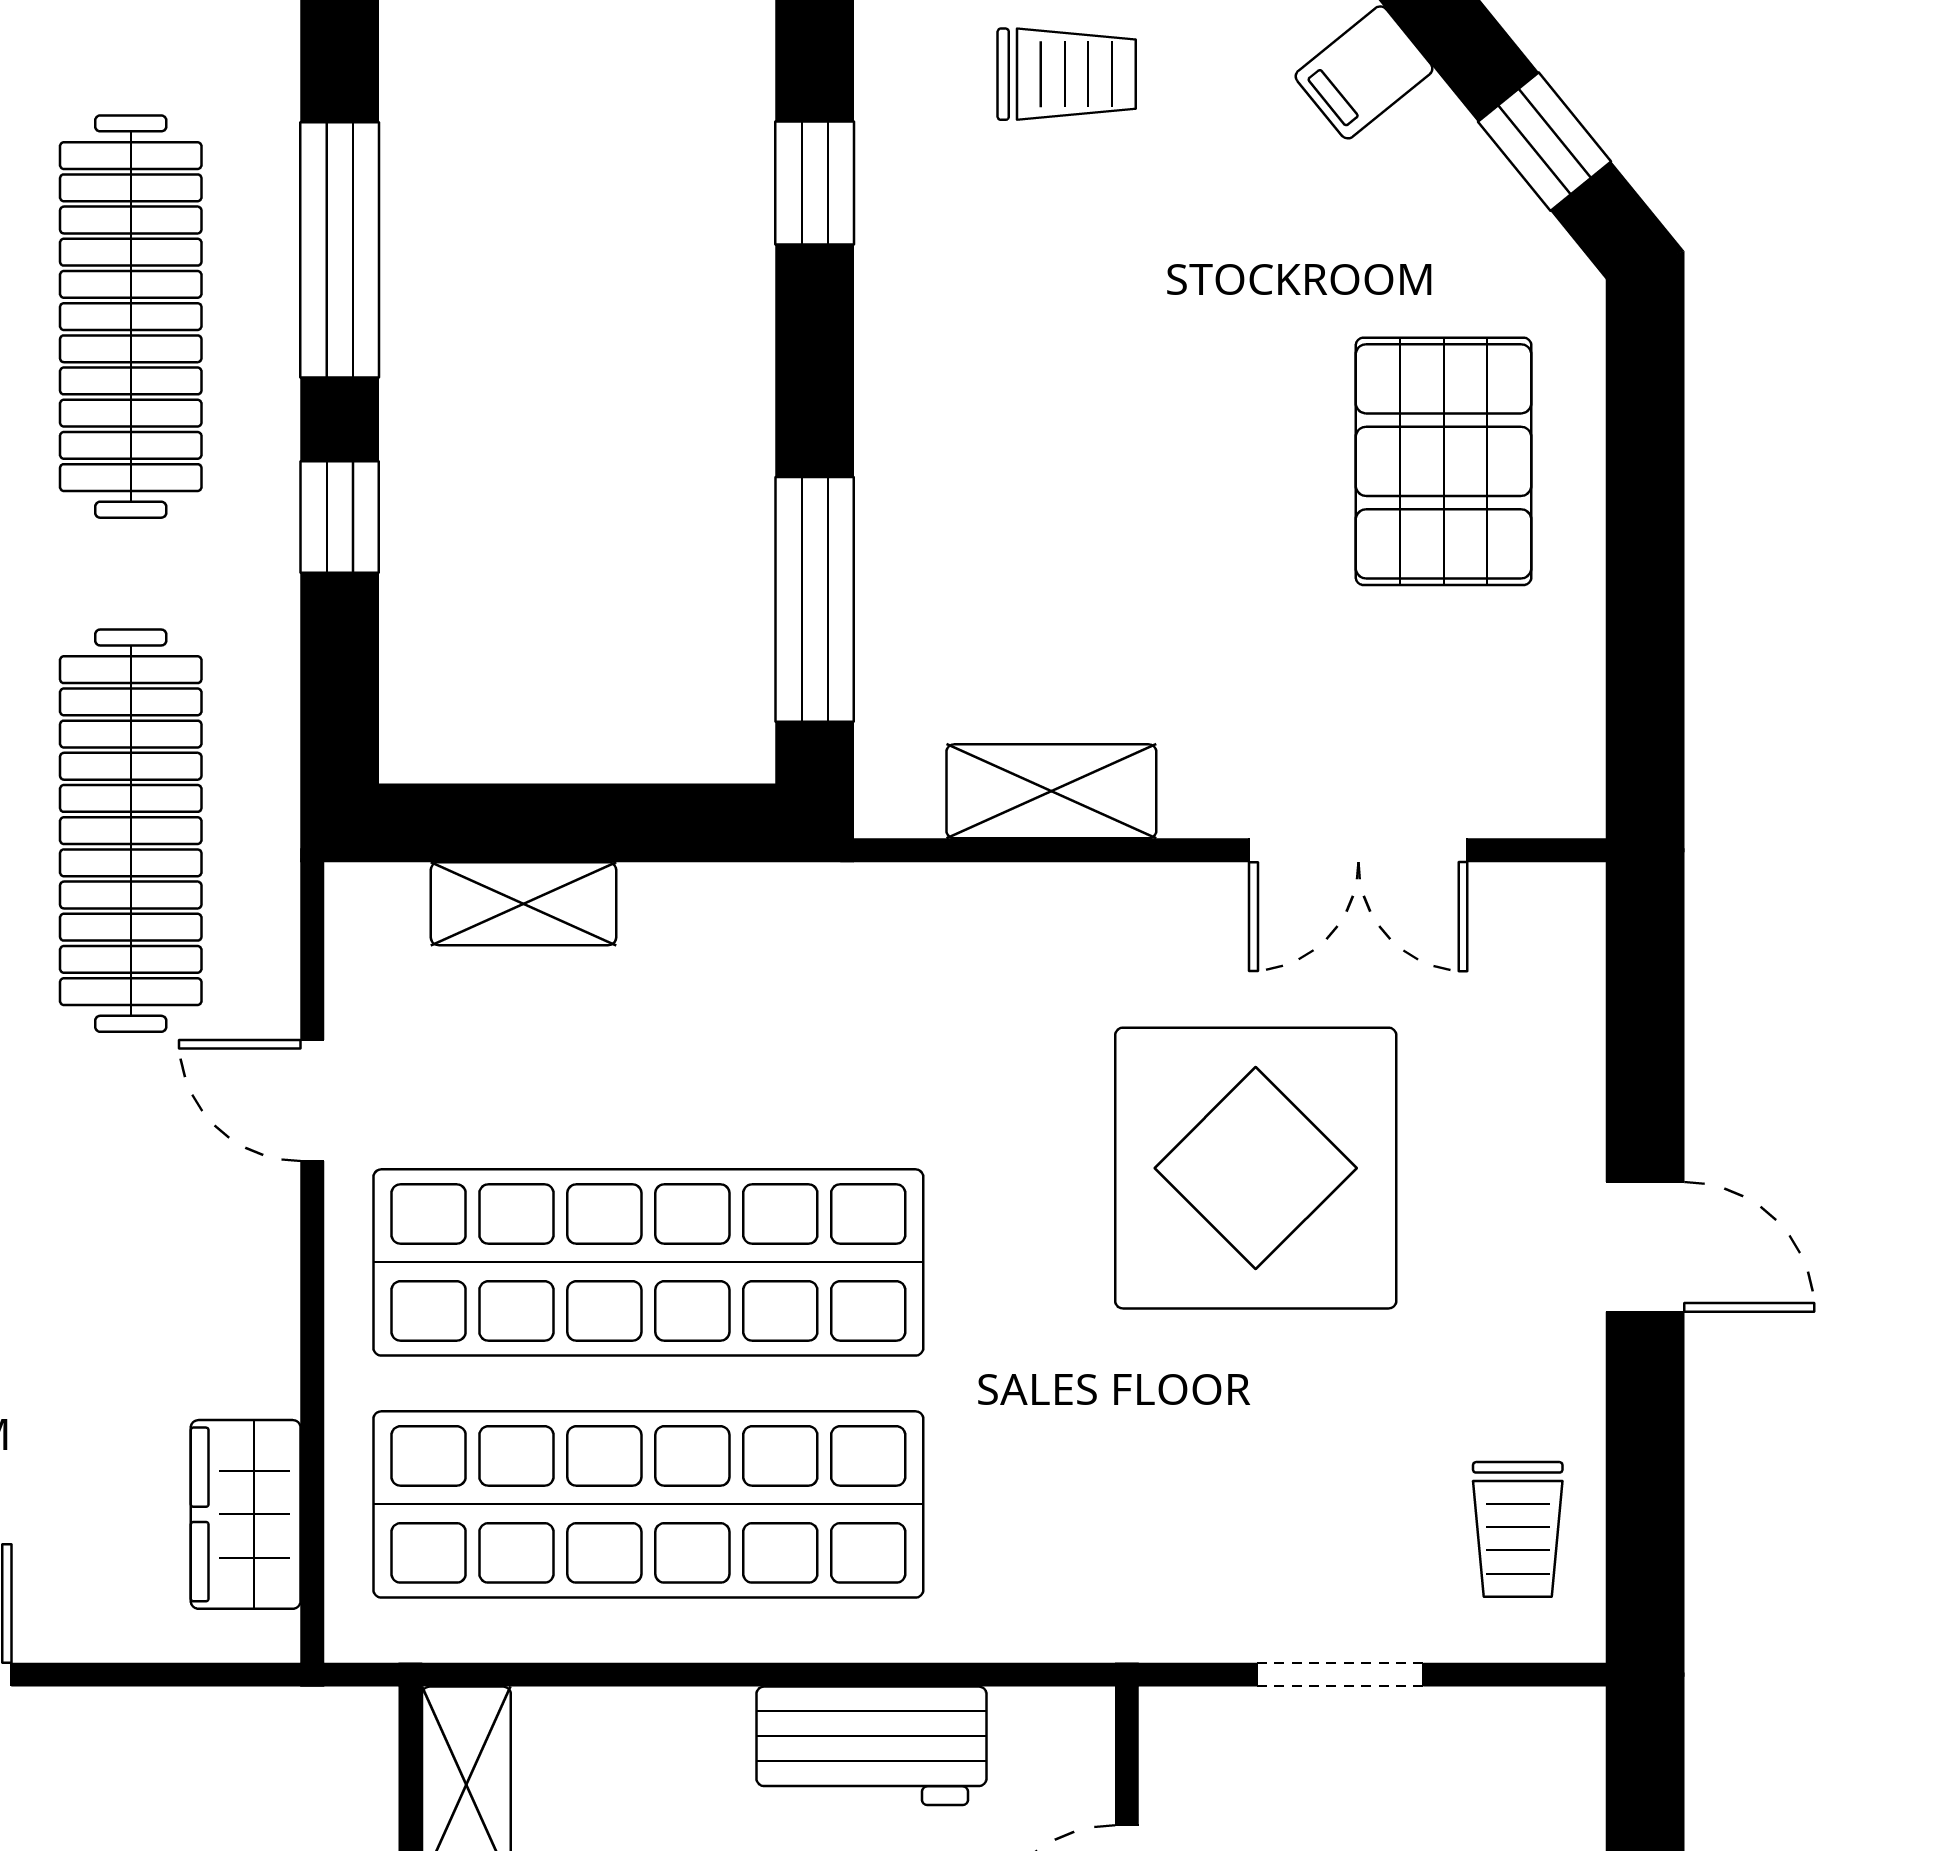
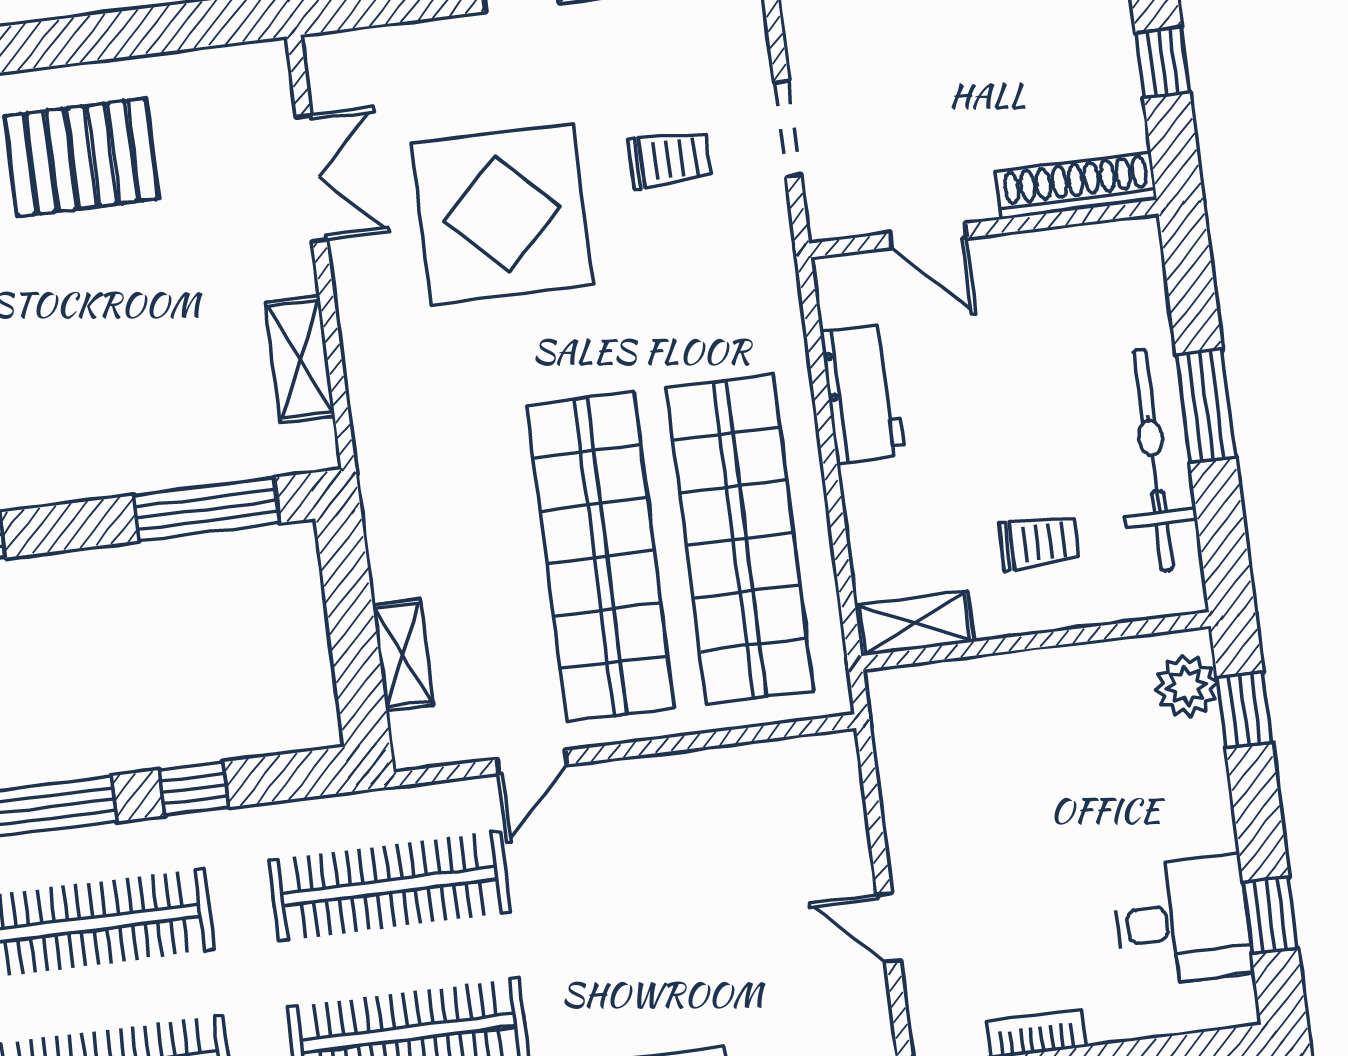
wardrobe: (246, 1514) -> (775, 770), removed
trolley: (1518, 1529) -> (670, 159), moved

